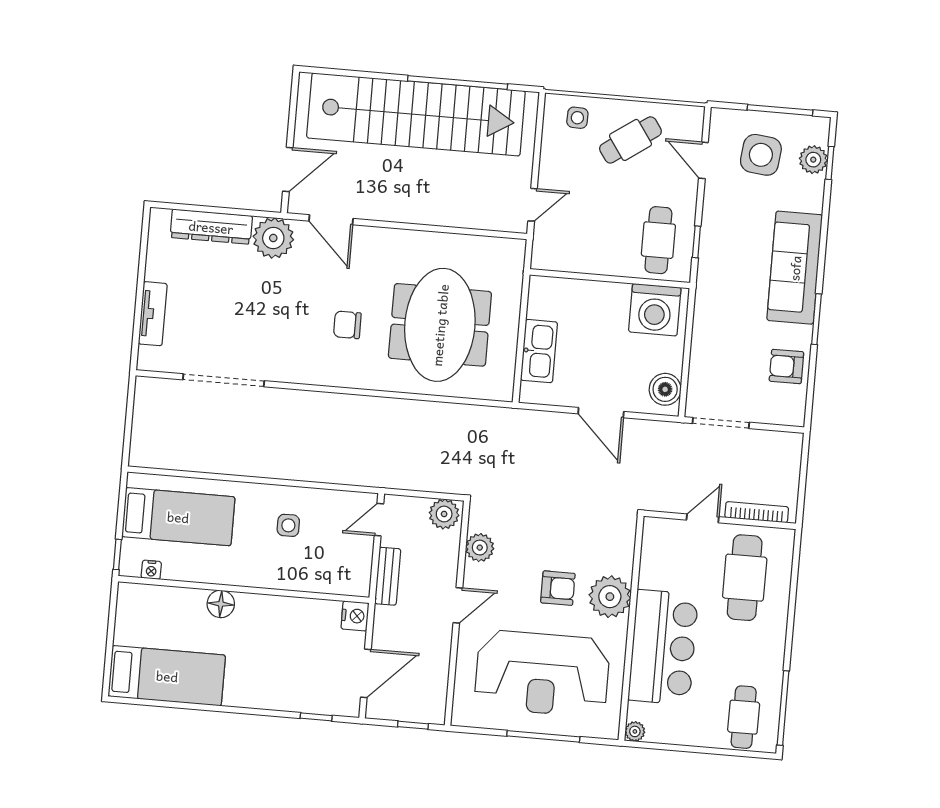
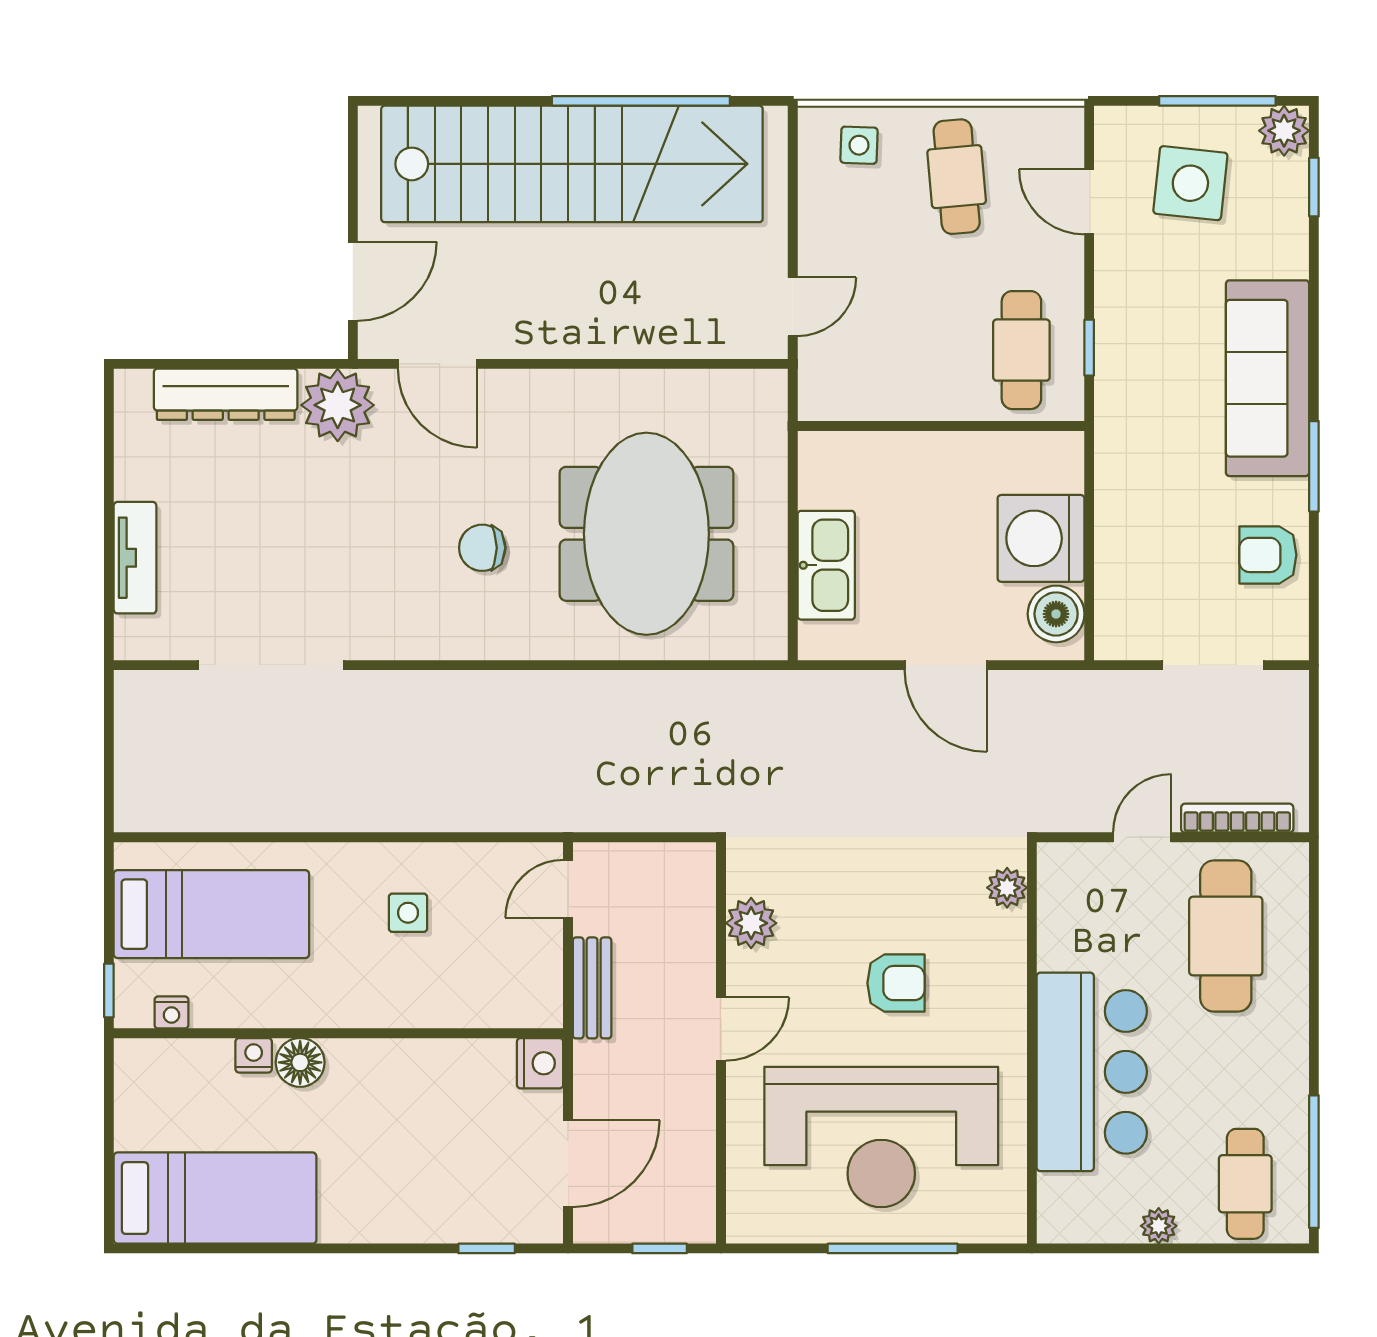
cafe table: (630, 140) -> (957, 177), turned -60
plant: (813, 160) -> (1284, 131), moved
washing machine: (655, 310) -> (1041, 538), moved, turned 90
doorway: (721, 423) -> (1213, 665), moved
plant: (444, 514) -> (683, 869), removed
plant: (610, 597) -> (1007, 888), moved, width x0.53, depth x0.53
nightstand: (195, 598) -> (254, 1055), added
plant: (635, 731) -> (1159, 1226), moved

